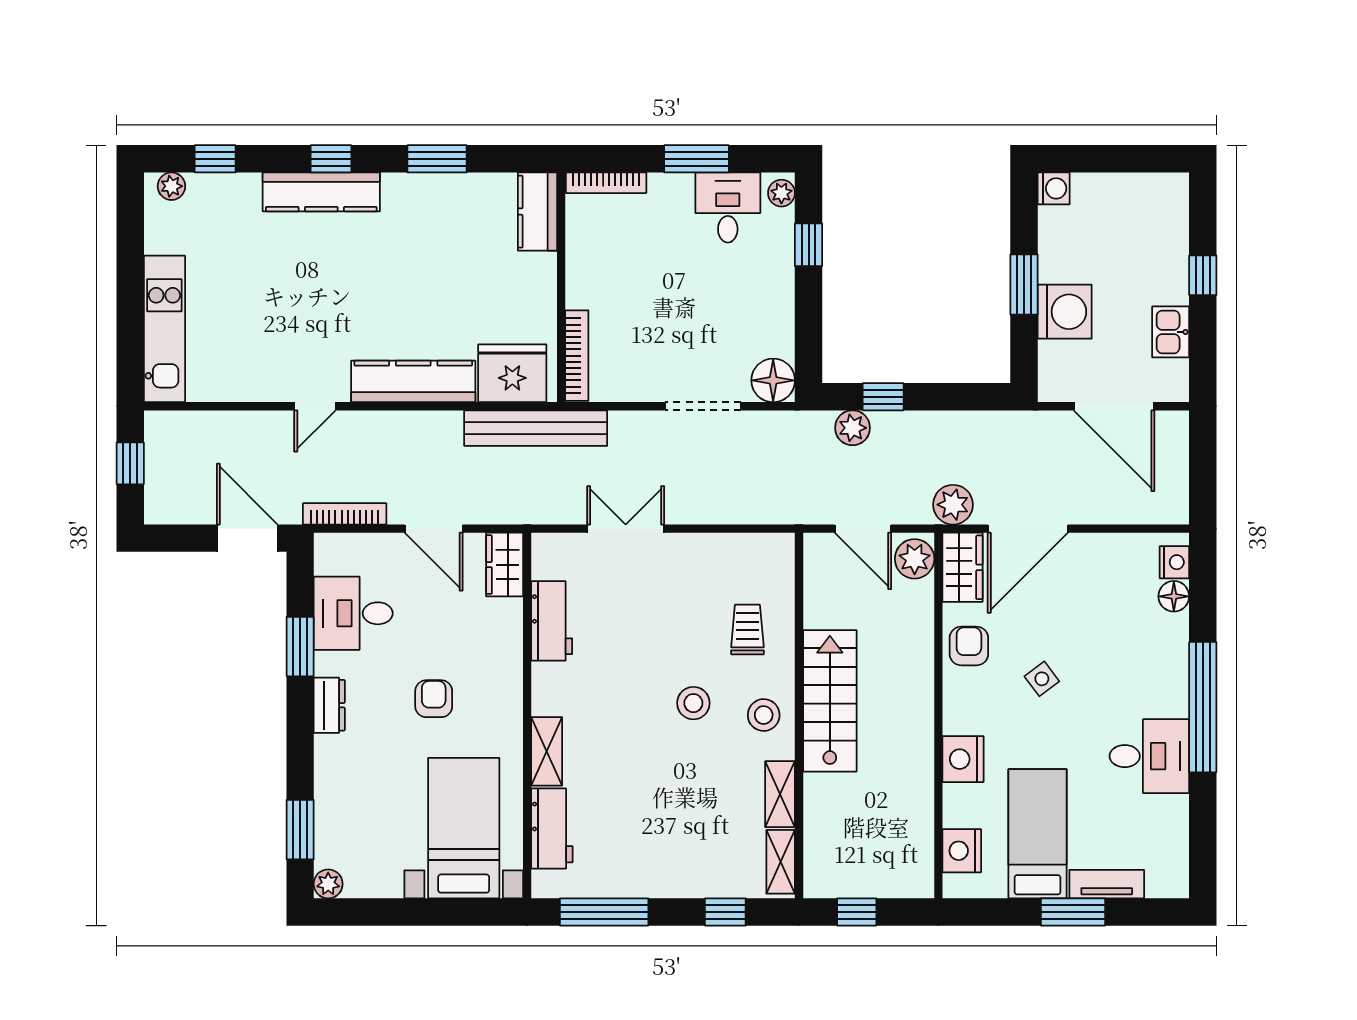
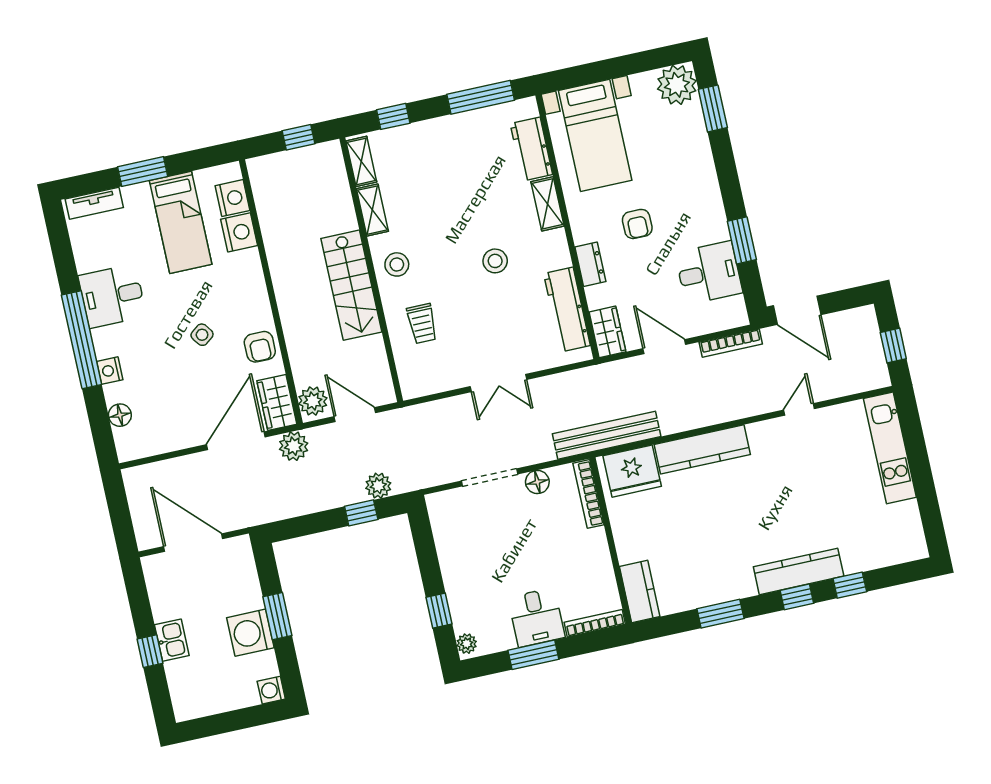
window: (215, 159) -> (850, 585), moved
plant: (171, 186) -> (908, 552), removed
desk: (728, 207) -> (536, 617), moved
washing machine: (1065, 312) -> (250, 633), moved
kitchen sink: (1171, 332) -> (172, 640), moved
floor lamp: (773, 380) -> (537, 482), moved, width x0.73, depth x0.73
door: (315, 406) -> (799, 409), moved
double door: (626, 529) -> (498, 383), moved
nightstand: (1174, 562) -> (110, 371), moved
workbench: (552, 621) -> (567, 310), width x1.38
stool: (693, 703) -> (495, 261), moved
dresser: (329, 705) -> (590, 264), moved, turned 180
nightstand: (963, 759) -> (239, 232), moved
plant: (328, 884) -> (677, 85), width x1.88, depth x1.88
tv unit: (1107, 884) -> (94, 203), moved

